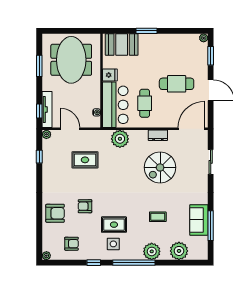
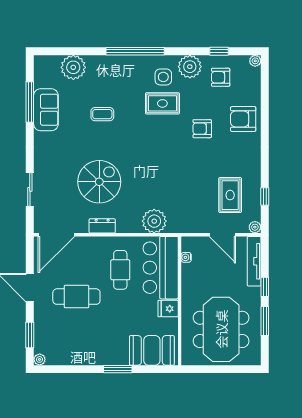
window: (39, 111) -> (265, 287), moved
rug: (85, 160) -> (230, 195), moved, turned 90
armchair: (85, 206) -> (202, 129), turned 180
plant: (152, 251) -> (190, 67), moved
window: (94, 263) -> (219, 51), moved

